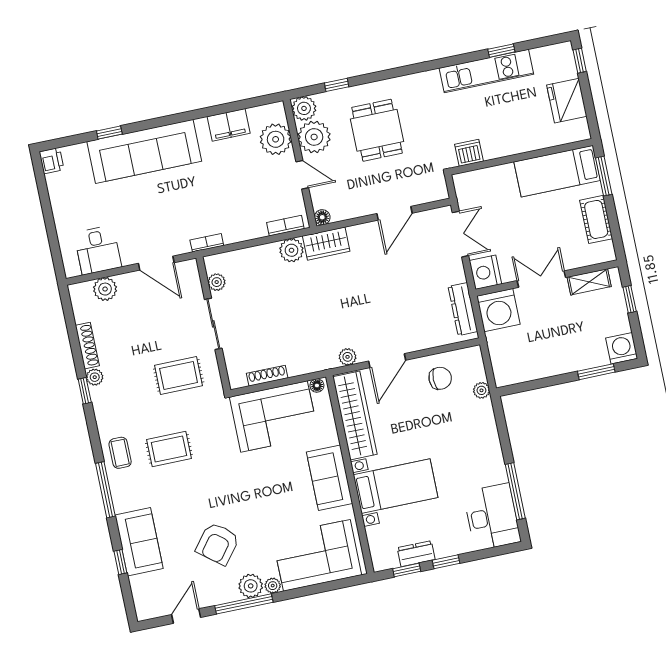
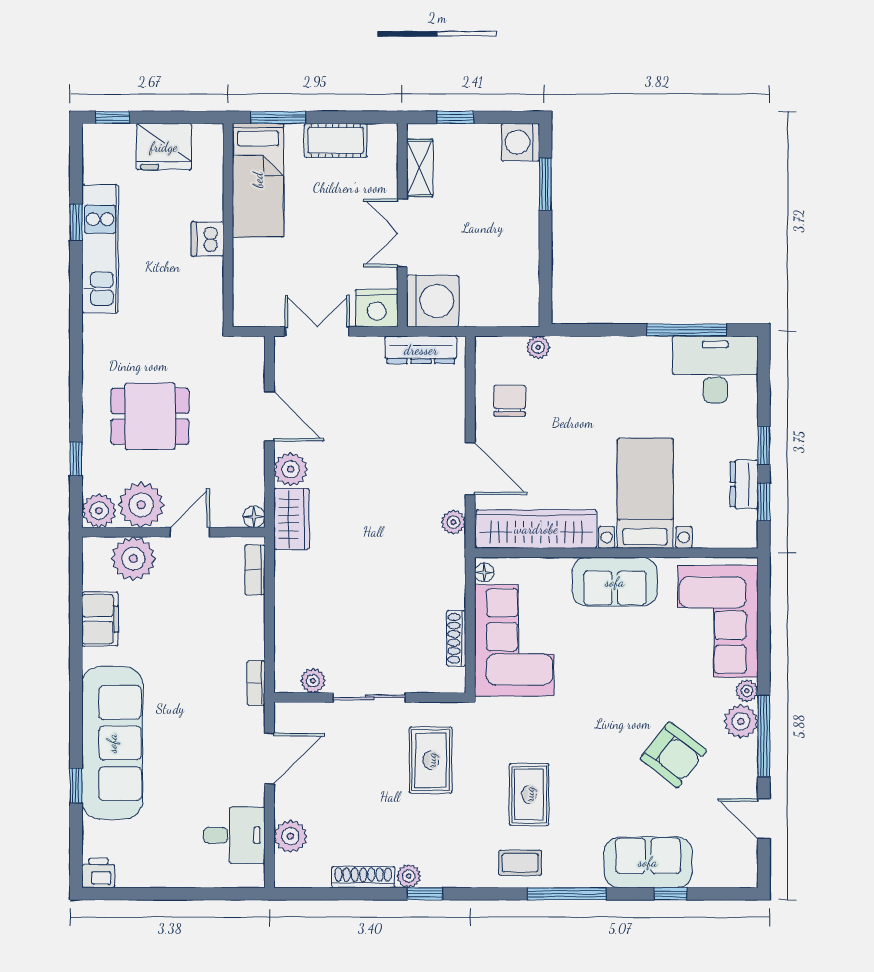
dishwasher: (469, 153) -> (207, 239), moved
plant: (291, 250) -> (291, 469), moved

